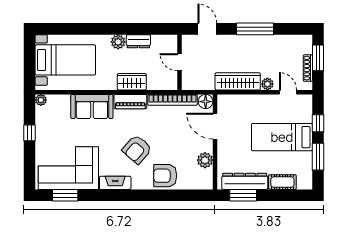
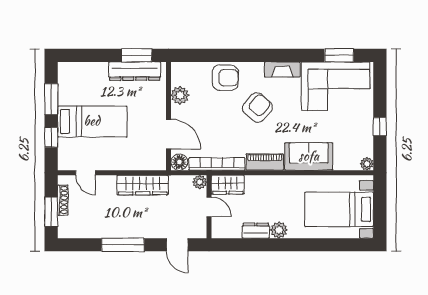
wardrobe: (132, 82) -> (228, 185), moved
plant: (267, 84) -> (200, 182), moved
cot: (282, 182) -> (92, 70), removed

